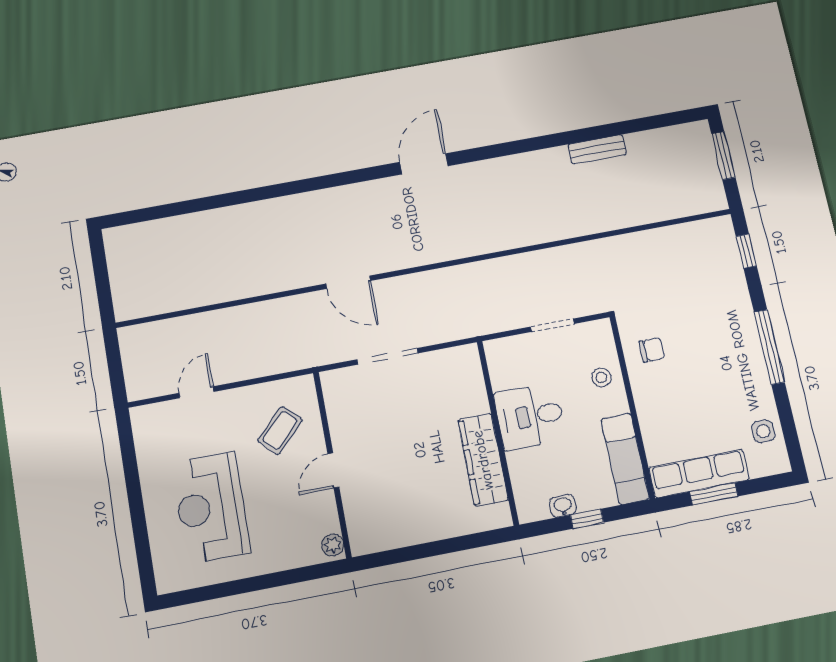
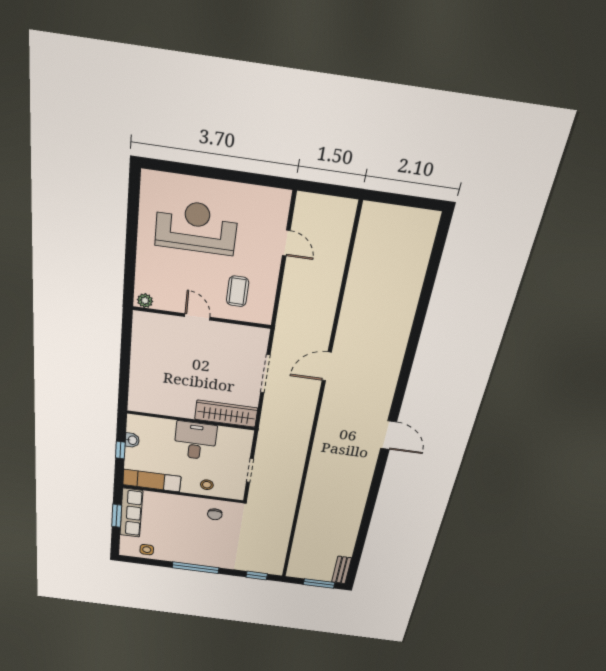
bench: (597, 149) -> (342, 570), moved
coffee table: (280, 430) -> (238, 291), turned 45
wardrobe: (483, 460) -> (226, 414), moved

